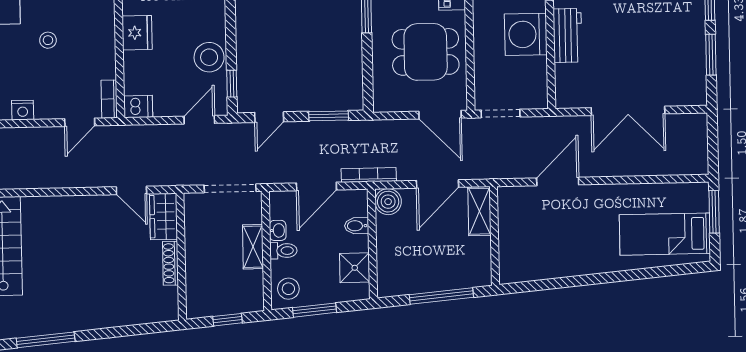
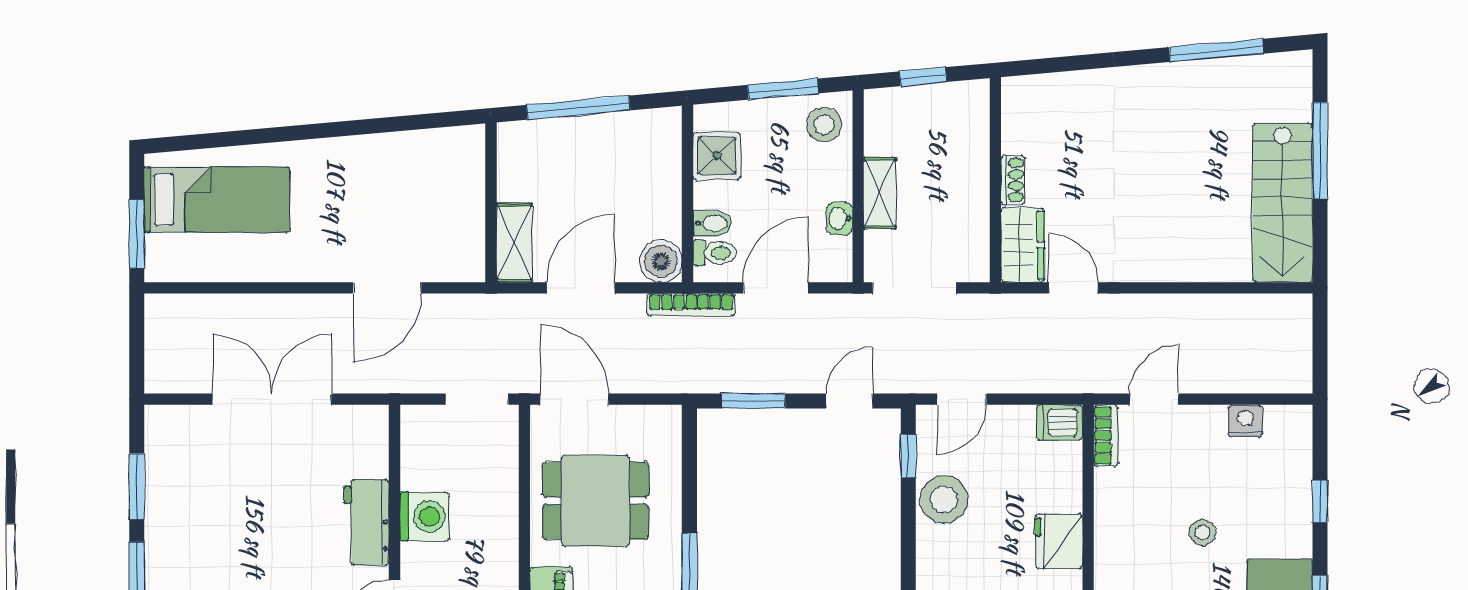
washing machine: (526, 34) -> (425, 516), width x0.73, depth x0.73
toilet: (283, 251) -> (715, 253), moved, turned 180
shoe rack: (170, 263) -> (1013, 180), width x0.70

